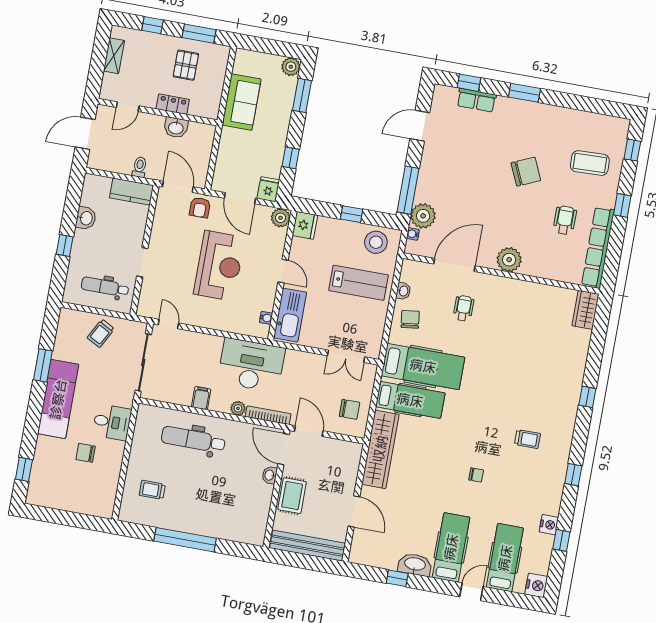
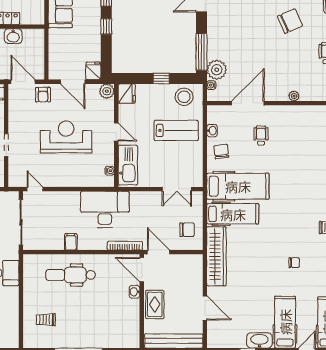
window: (291, 158) -> (106, 26), moved
plant: (509, 260) -> (294, 96), width x0.53, depth x0.53
reception desk: (219, 266) -> (66, 137), turned -90
plant: (238, 408) -> (101, 245), removed

